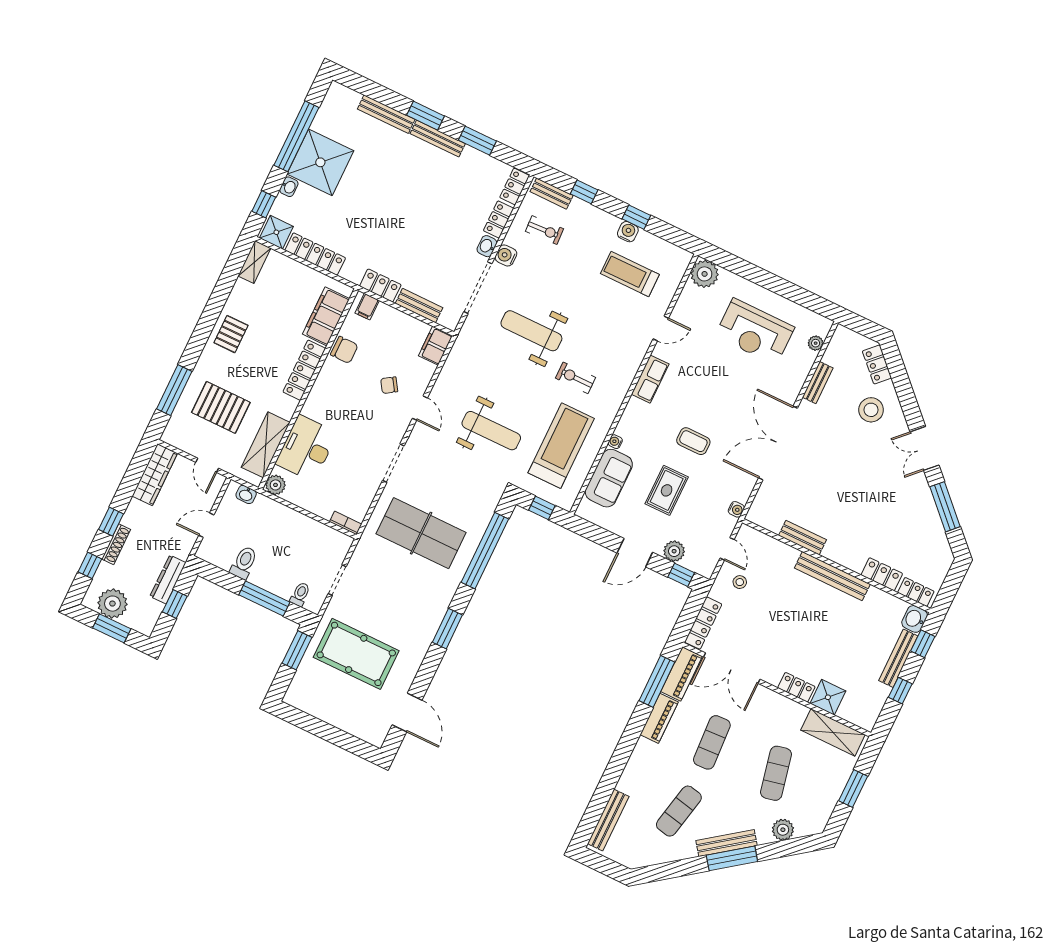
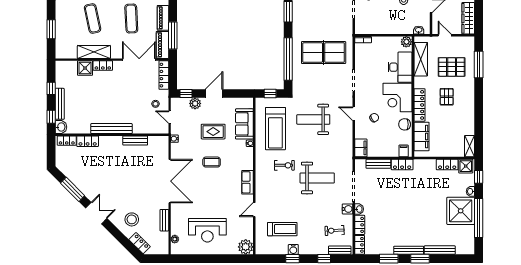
locker: (315, 254) -> (447, 165), width x0.66
reception desk: (755, 332) -> (207, 230), turned 180
pallet: (231, 334) -> (447, 97), moved
corner desk: (335, 400) -> (398, 98), added
rug: (667, 490) -> (213, 132), turned 90
shelving: (833, 732) -> (94, 52), moved

